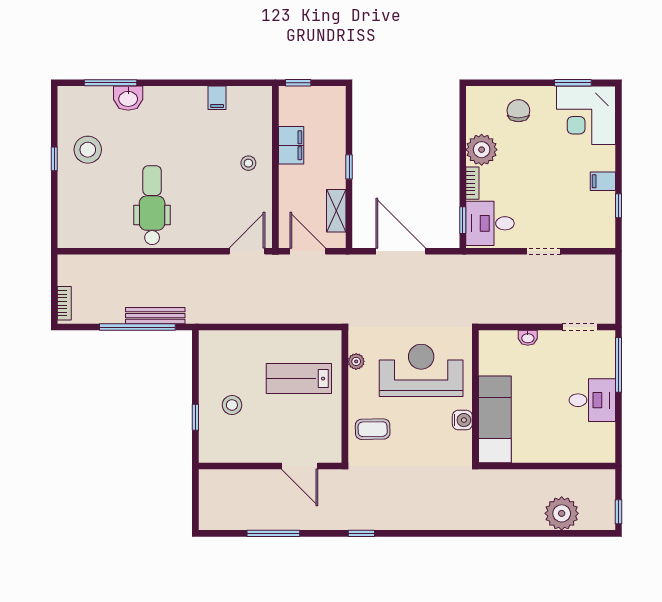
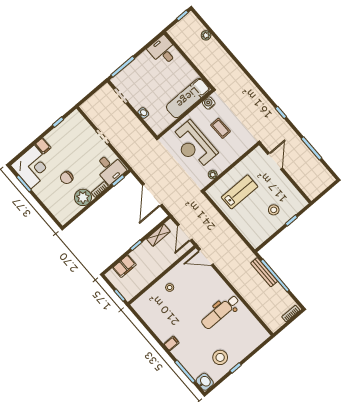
washbasin: (128, 98) -> (205, 382), moved
filing cabinet: (217, 98) -> (171, 343), moved
chair: (518, 111) -> (67, 178), moved
filing cabinet: (291, 145) -> (125, 266), moved, turned 180
filing cabinet: (603, 181) -> (43, 146), moved
lab bench: (299, 379) -> (240, 192), turned -90
desk: (592, 400) -> (163, 51), moved
water cooler: (462, 420) -> (209, 103), moved
coffee table: (373, 429) -> (221, 128), moved
plant: (562, 513) -> (206, 35), width x0.53, depth x0.53

